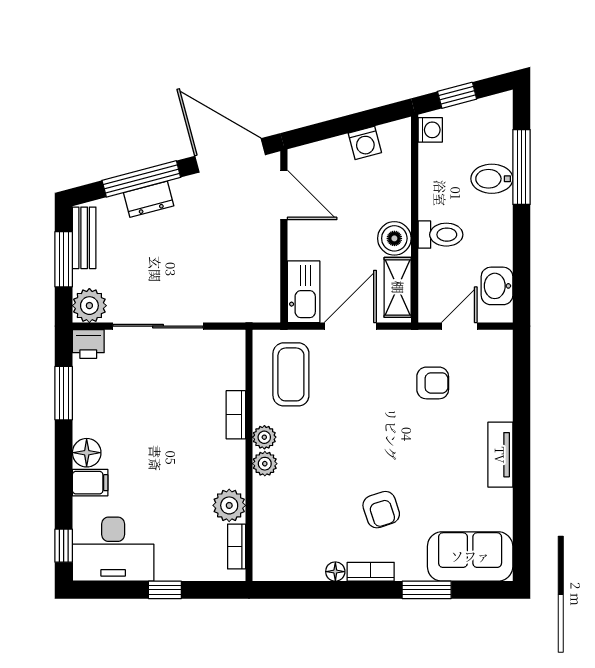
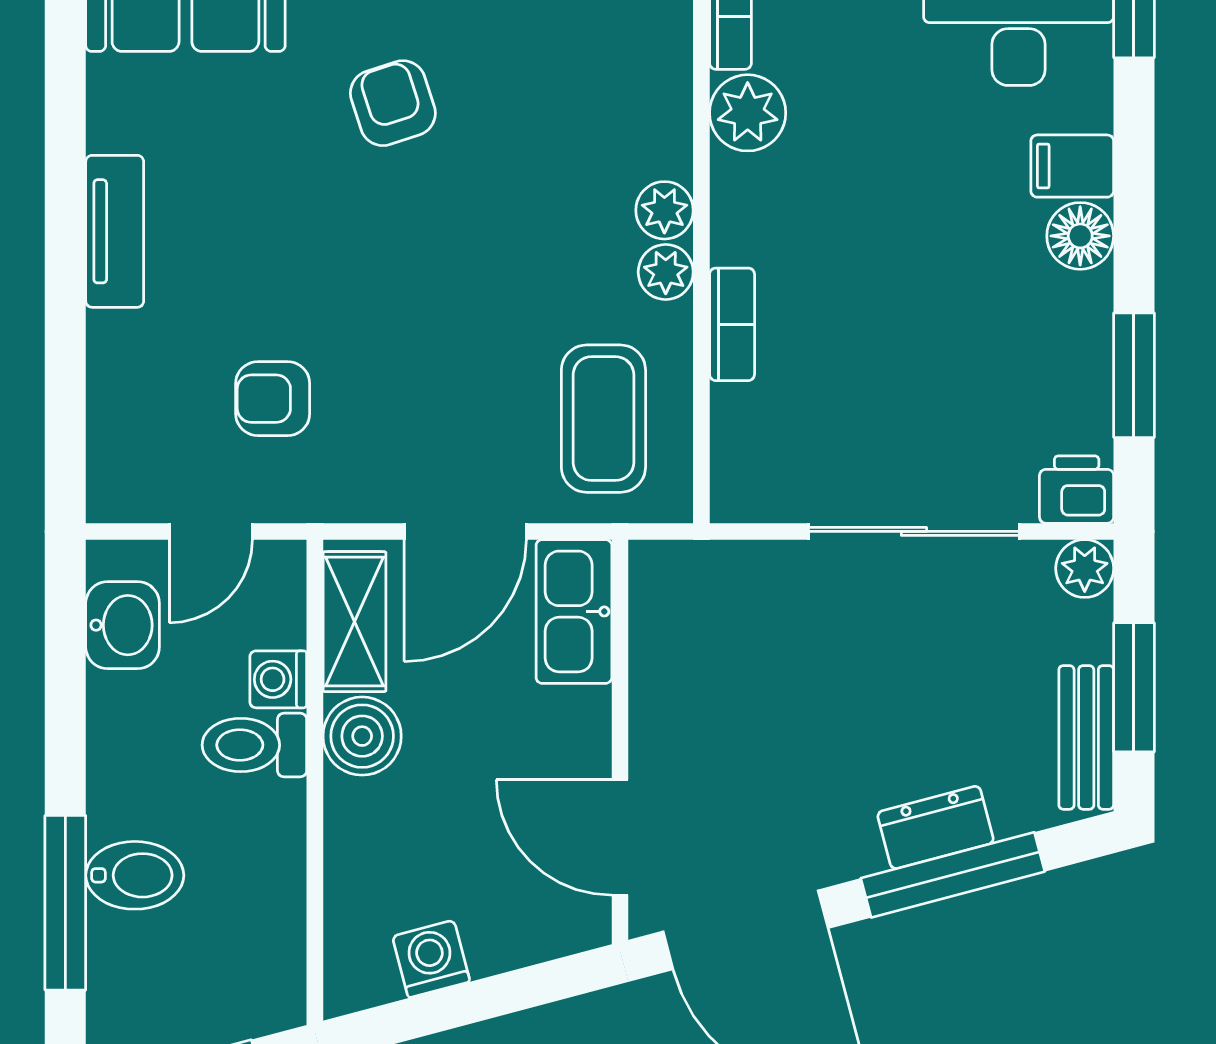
washing machine: (430, 130) -> (278, 679), moved
plant: (89, 306) -> (1085, 568), width x0.73, depth x0.73

